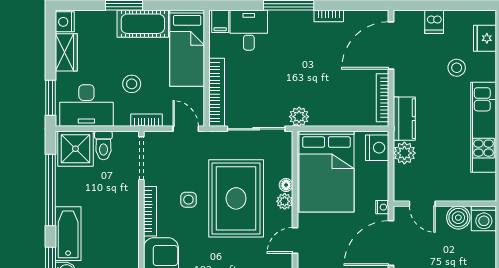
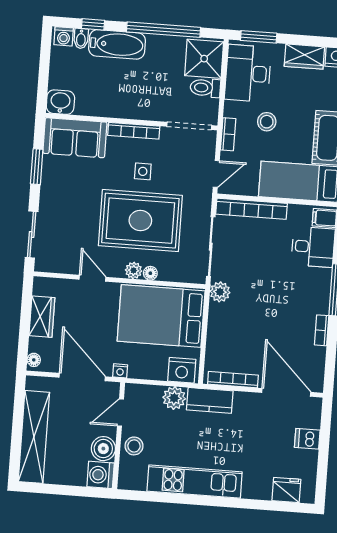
stool: (457, 68) -> (134, 446), moved

